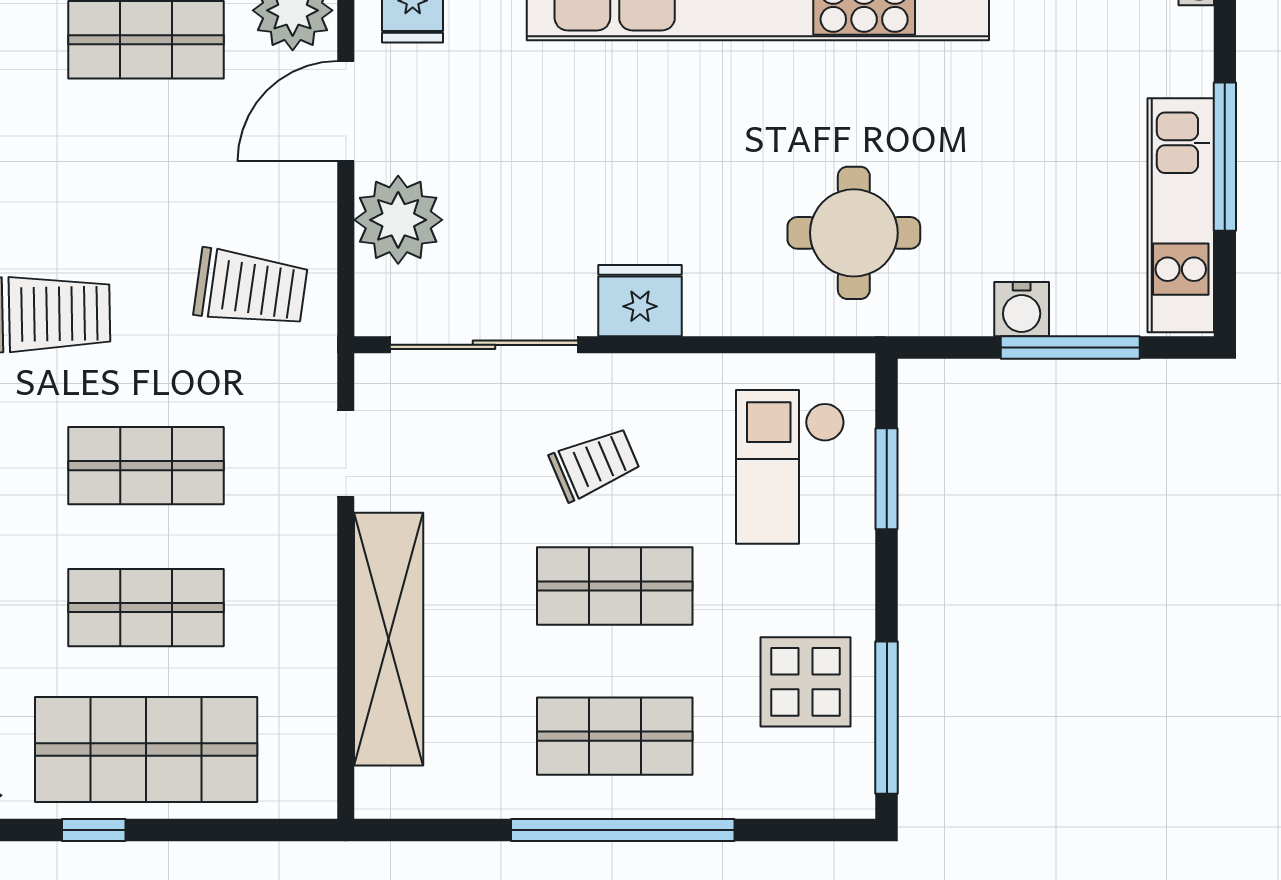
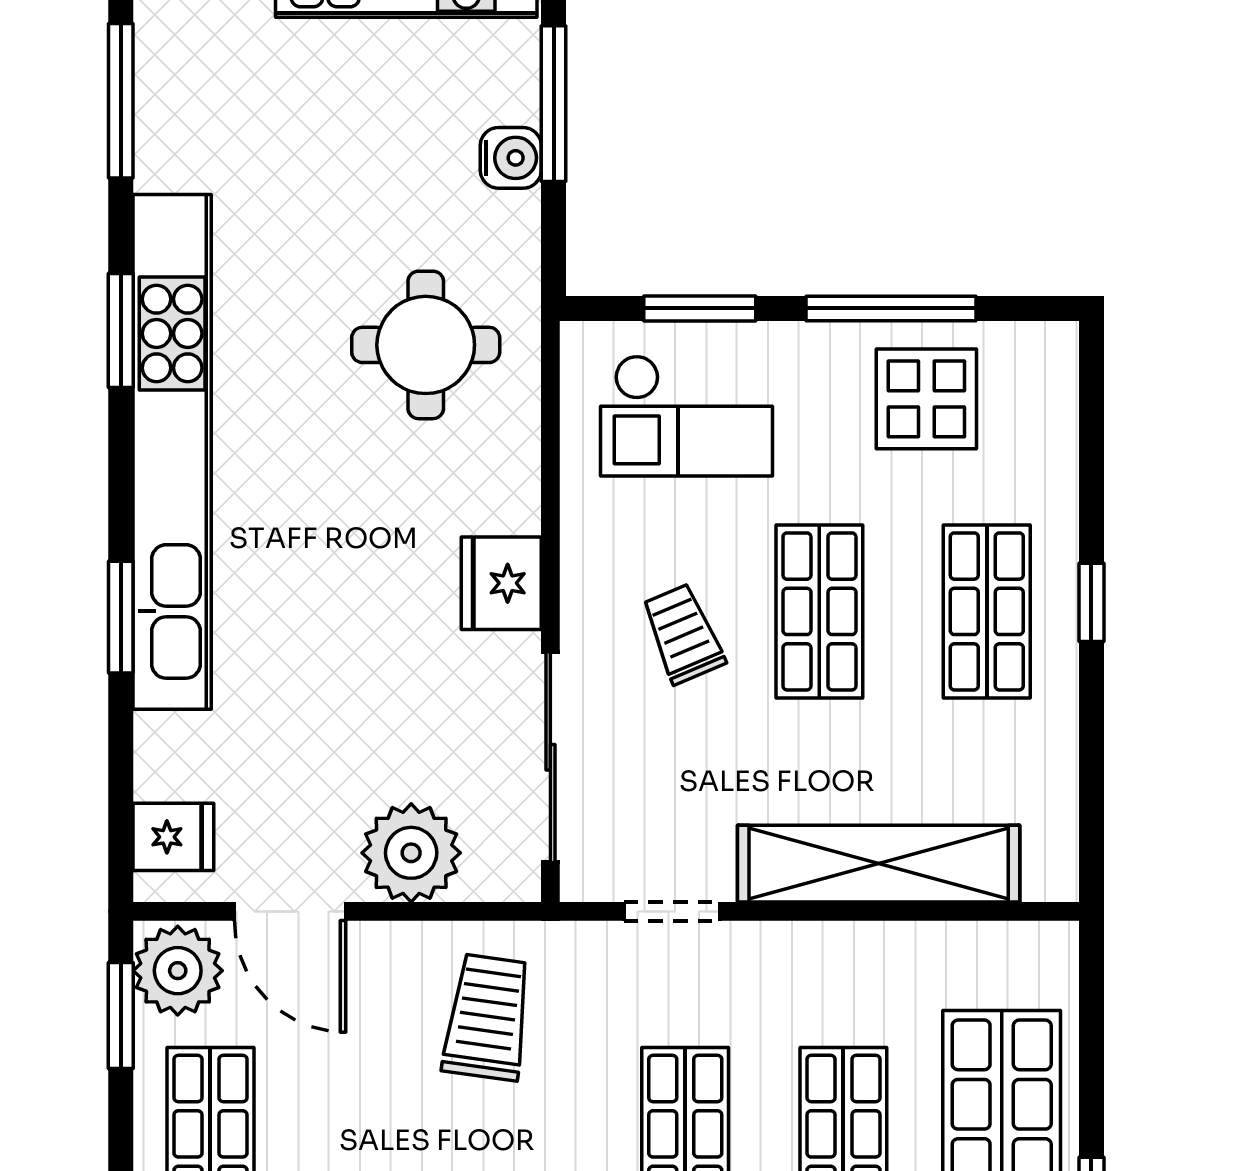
window: (887, 718) -> (891, 308), moved
window: (623, 830) -> (1091, 602), width x0.32

